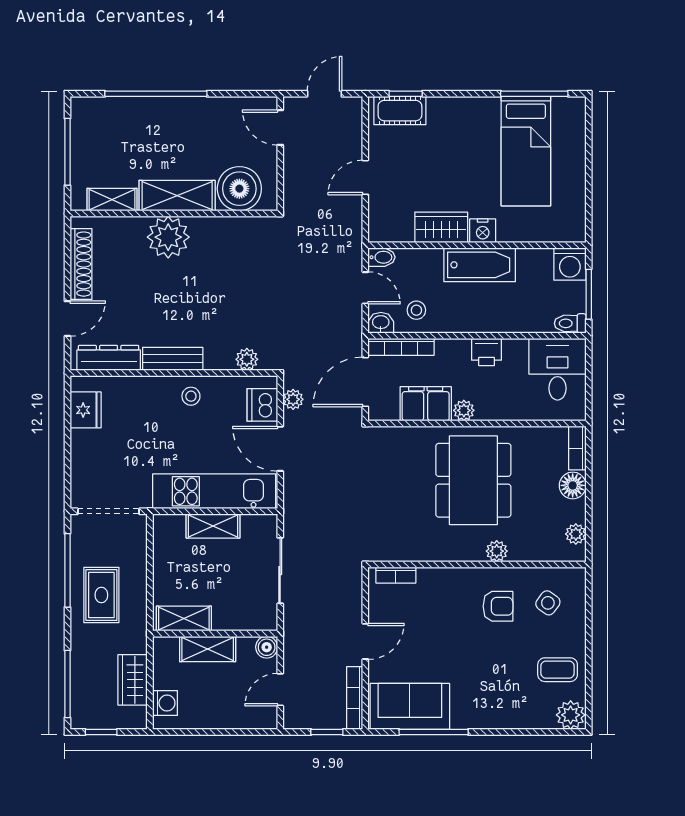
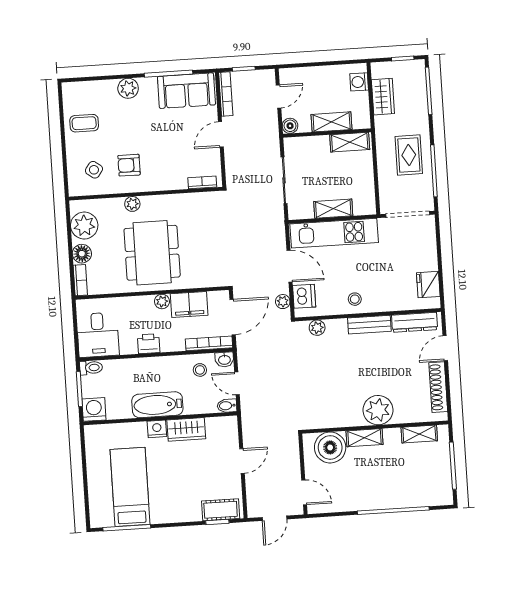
shelving: (177, 196) -> (365, 438), width x0.67, depth x0.75
plant: (576, 534) -> (84, 226), width x1.87, depth x1.87
plant: (571, 715) -> (128, 88), moved

